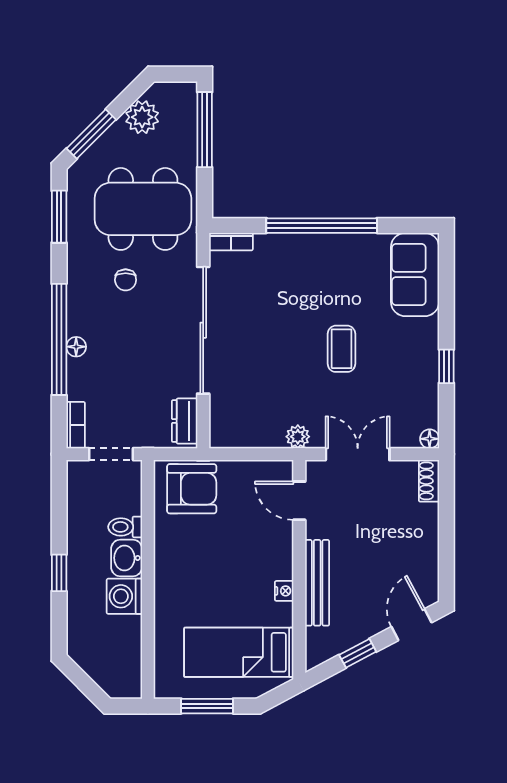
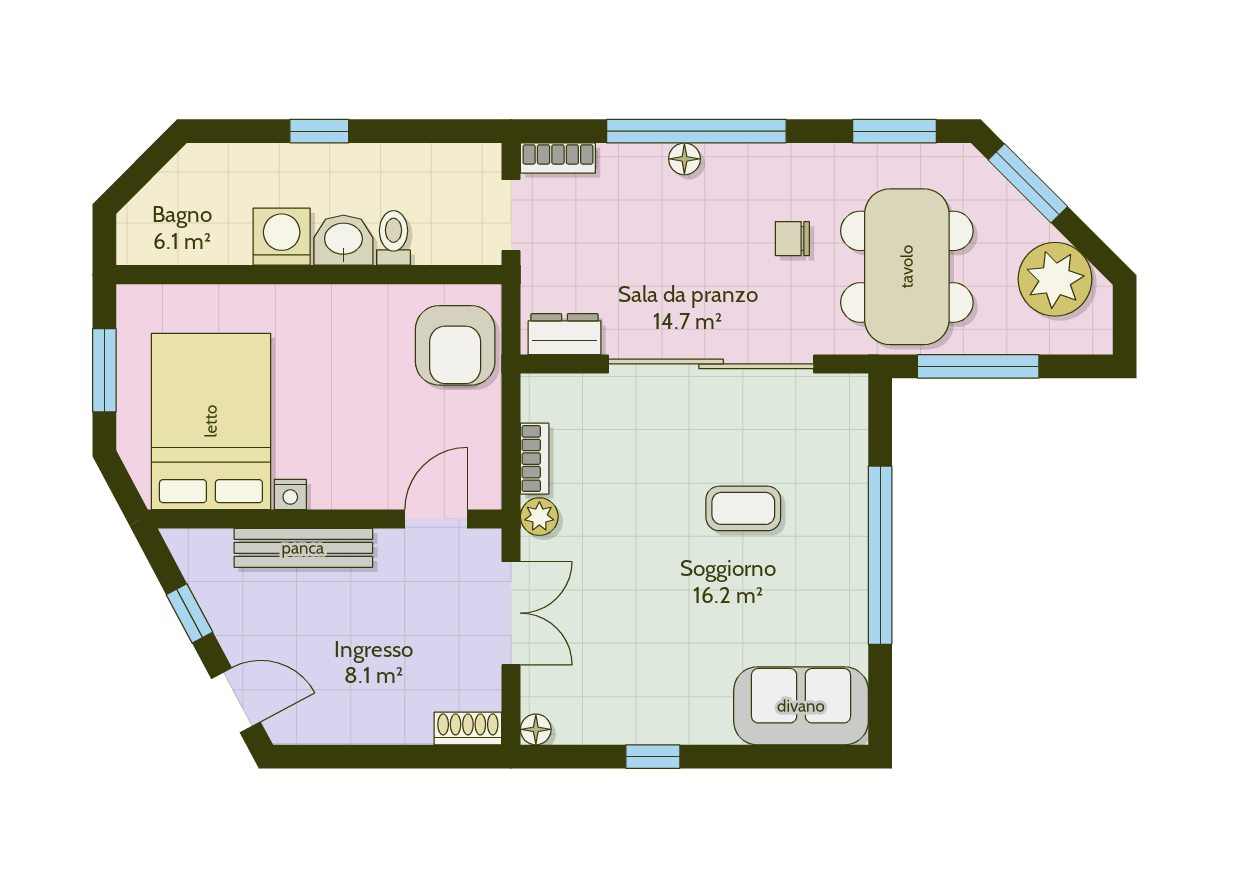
plant: (142, 117) -> (1055, 279), width x1.36, depth x1.36
window: (205, 130) -> (978, 366), moved
bookcase: (231, 242) -> (535, 459), moved, turned 180
coffee table: (341, 349) -> (743, 508), moved
bed: (239, 652) -> (211, 421), width x1.50

